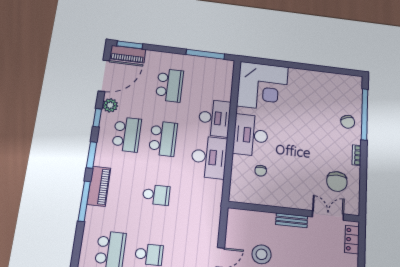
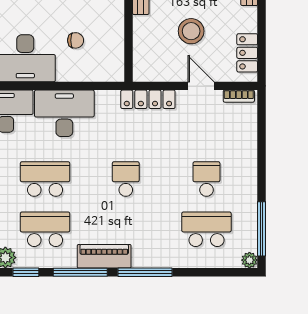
window: (92, 155) -> (80, 272), width x1.44
piano: (99, 186) -> (104, 256), moved
locker: (214, 217) -> (148, 99), added

